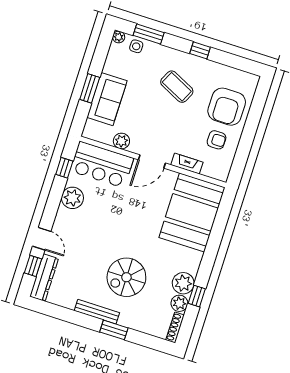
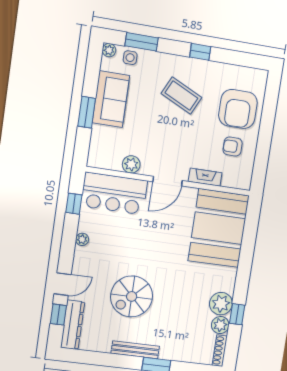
sofa: (107, 99) -> (111, 99), moved
armchair: (217, 140) -> (233, 146), turned 180
plant: (72, 198) -> (82, 239), width x0.53, depth x0.53
door: (42, 239) -> (63, 284), hinge flipped
spiral stairs: (126, 277) -> (132, 296), moved

